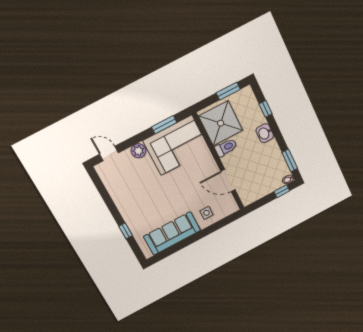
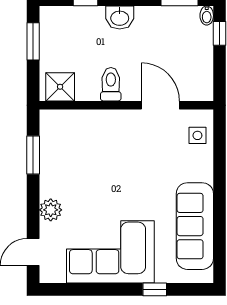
shower: (221, 123) -> (60, 87), width x0.54, depth x0.54
corner sofa: (176, 145) -> (110, 252), moved, turned -90
door: (228, 180) -> (160, 105), swing flipped
side table: (206, 213) -> (197, 135), moved

